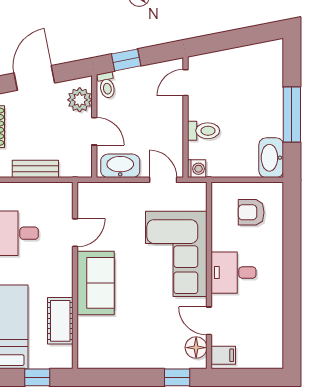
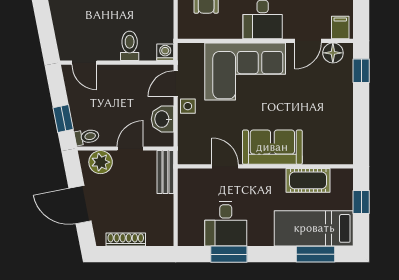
washbasin: (120, 166) -> (163, 119), width x0.72
bench: (35, 169) -> (165, 172), moved
side table: (139, 193) -> (188, 106), added

